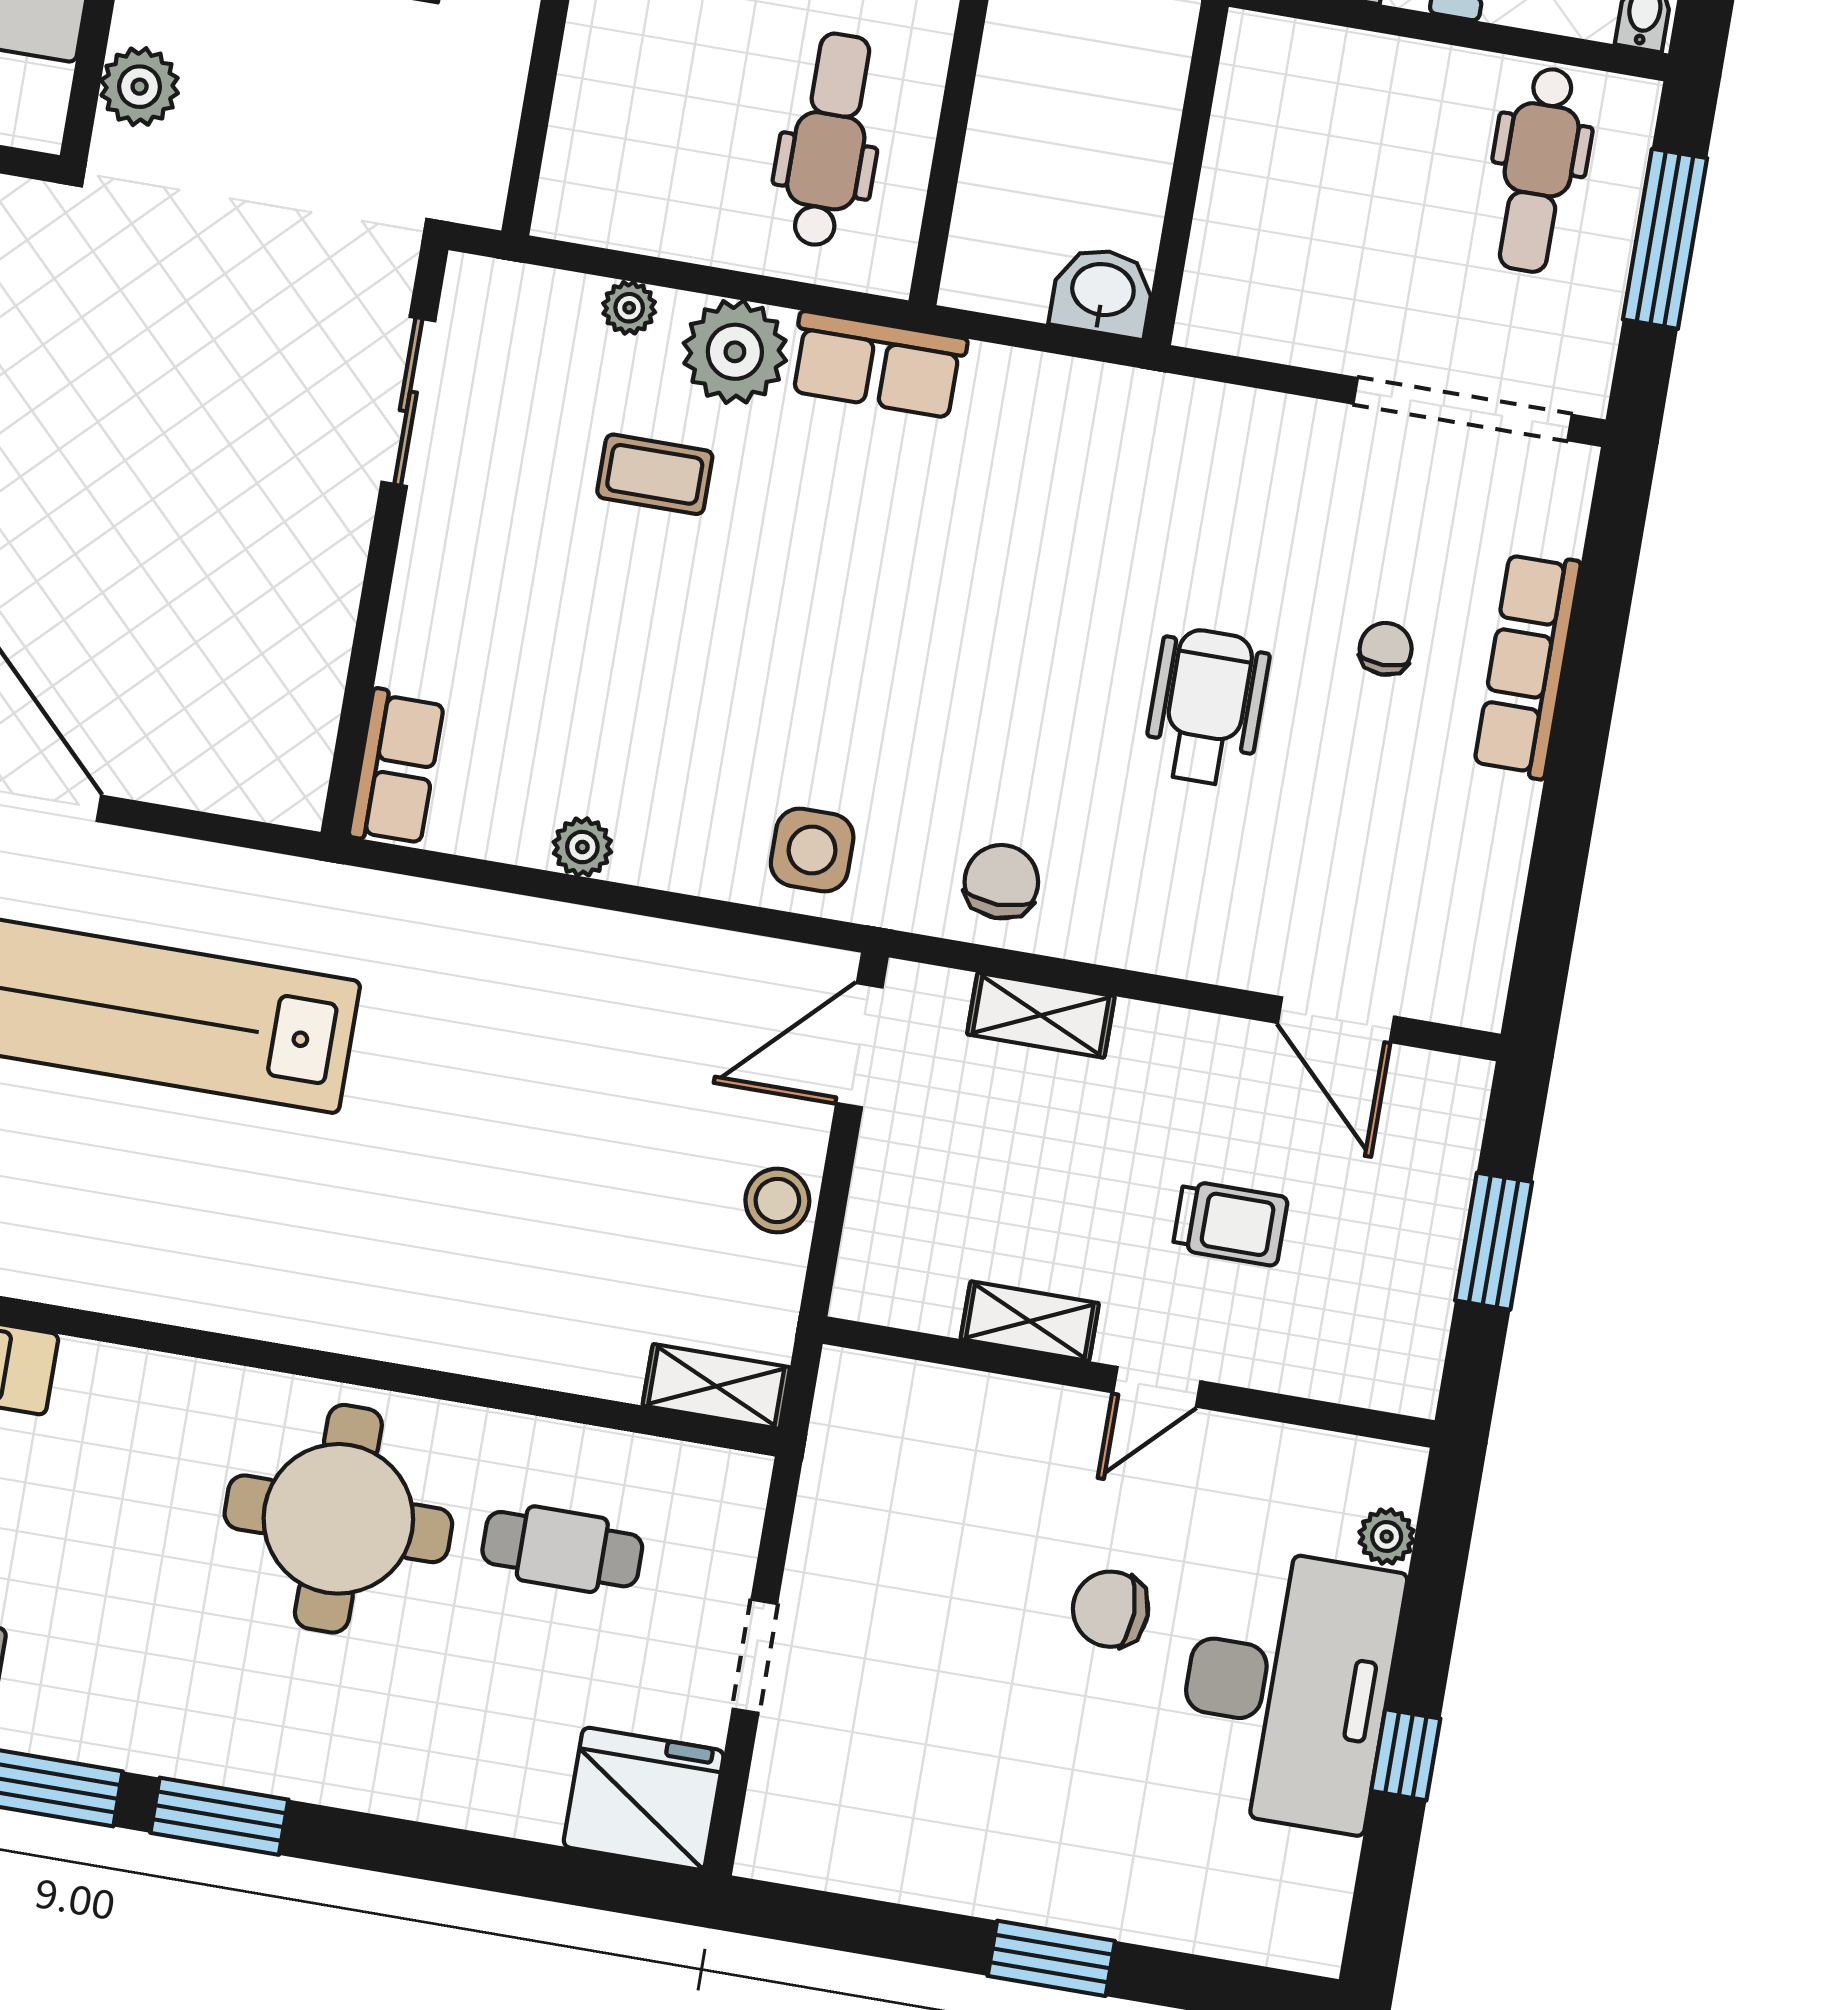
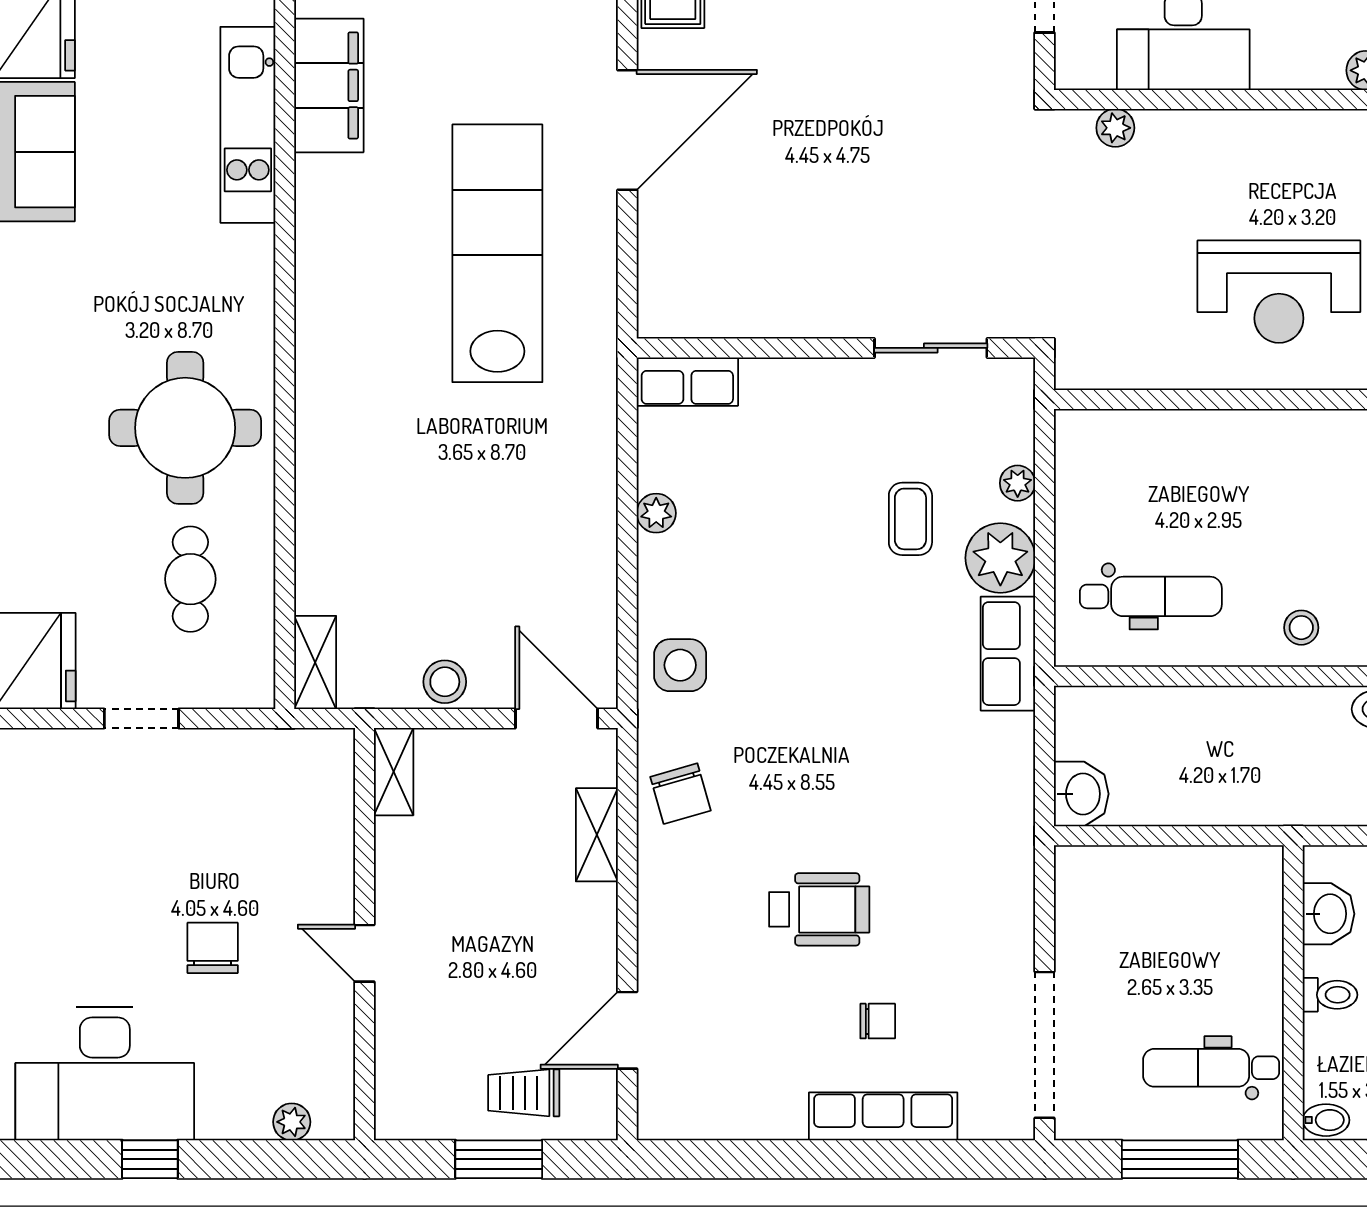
plant: (140, 87) -> (1115, 128), width x0.73, depth x0.73
chair: (1001, 882) -> (681, 794), turned 74
trolley: (1230, 1223) -> (524, 1093), moved, turned 90
shelving: (1030, 1321) -> (394, 772), moved
desk: (1287, 1689) -> (105, 1074), moved

